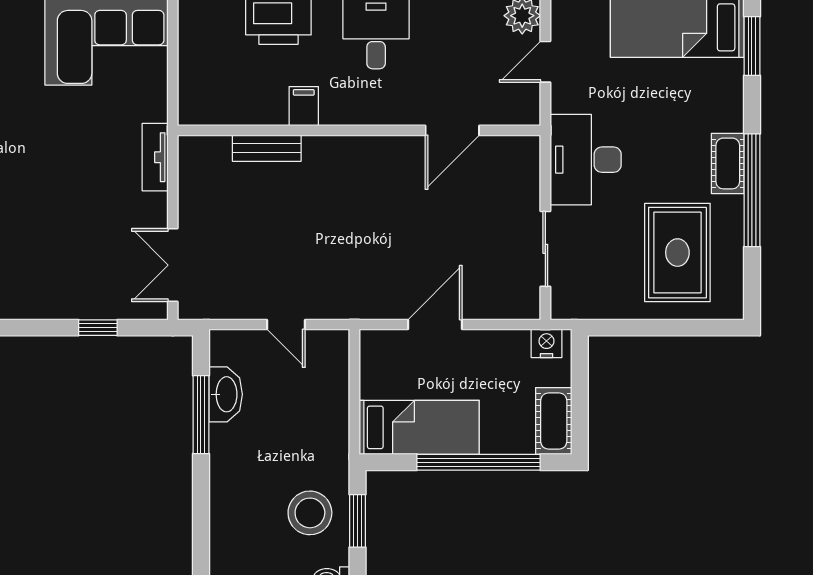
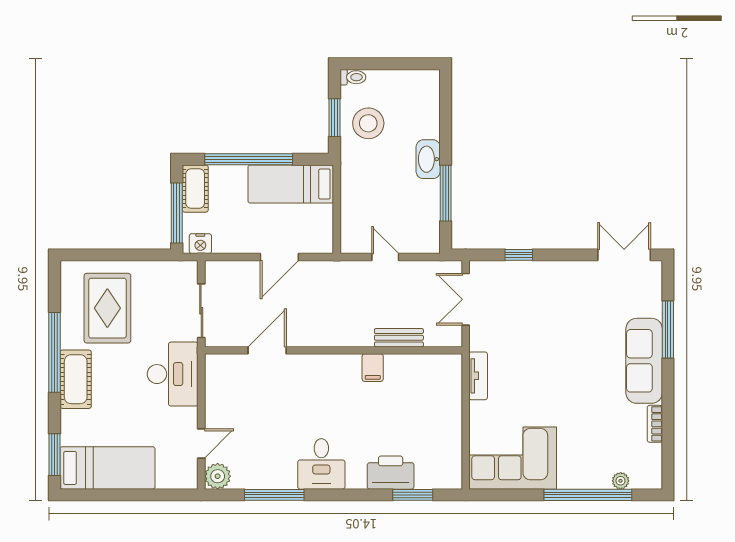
filing cabinet: (304, 106) -> (373, 368), moved
wall: (359, 130) -> (333, 350), moved
door: (452, 130) -> (267, 350), moved
bench: (267, 148) -> (399, 338), moved
cot: (728, 163) -> (76, 379), width x1.37, depth x1.34
double door: (173, 265) -> (466, 299), swing flipped
window: (580, 387) -> (177, 213), added
washbasin: (226, 394) -> (428, 159), moved

